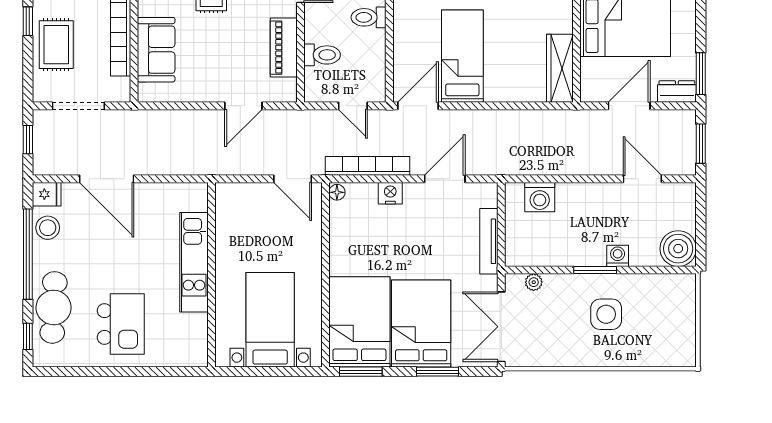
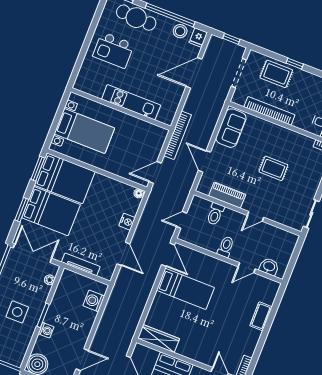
sofa: (156, 50) -> (231, 128), moved, turned -90
bookcase: (367, 166) -> (178, 135), moved

